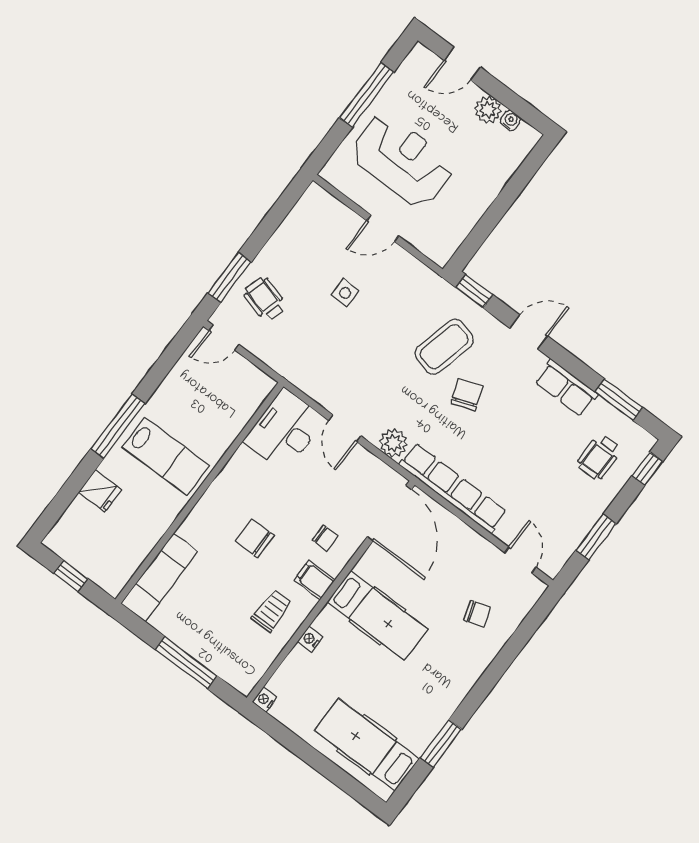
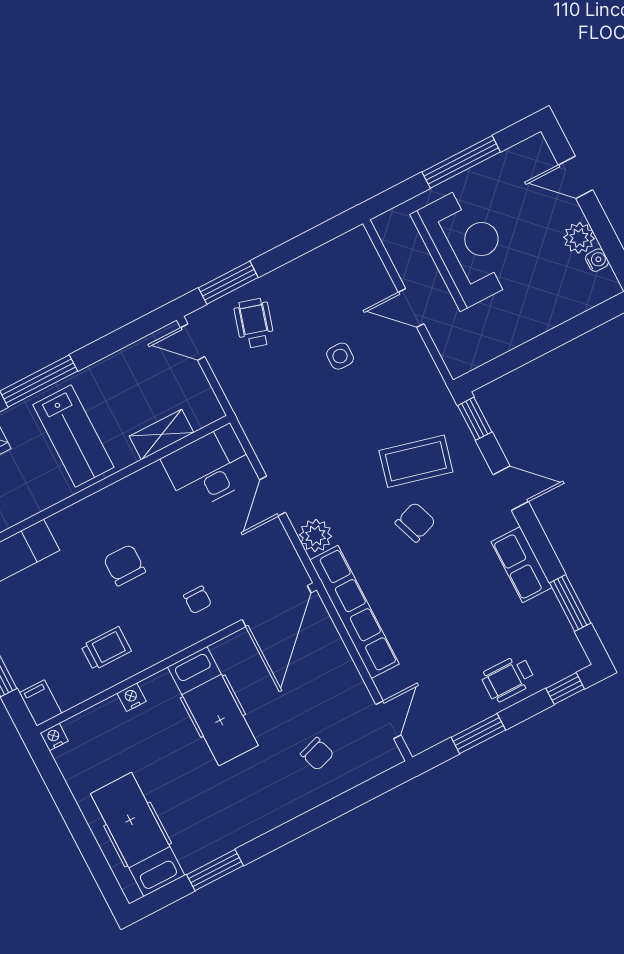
shelving: (234, 422) -> (162, 434), added
wheelchair: (599, 457) -> (508, 678), moved
filing cabinet: (315, 580) -> (40, 703), moved

